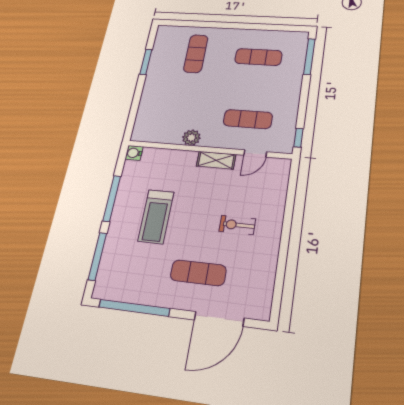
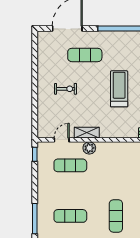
plant: (191, 138) -> (89, 148), moved

